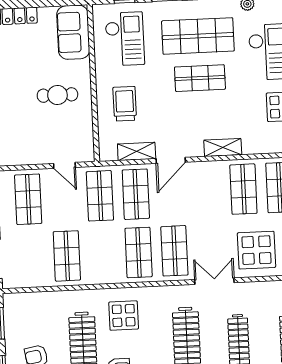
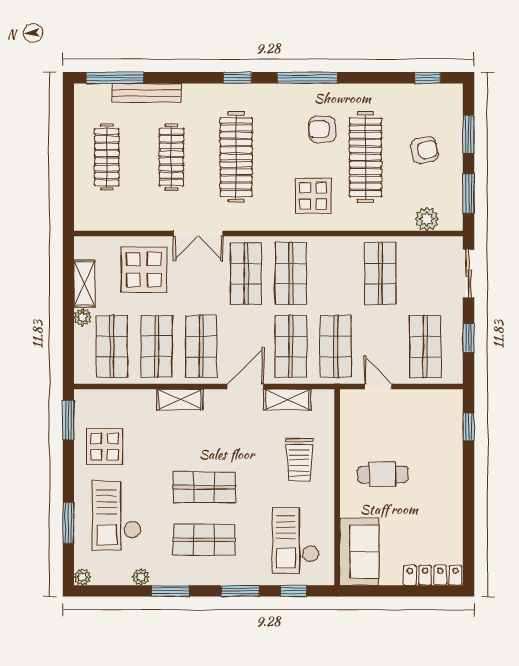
shop shelf: (198, 36) -> (204, 540), width x0.70, depth x0.74
shop shelf: (208, 191) -> (201, 346), added
plant: (32, 301) -> (427, 219), added

